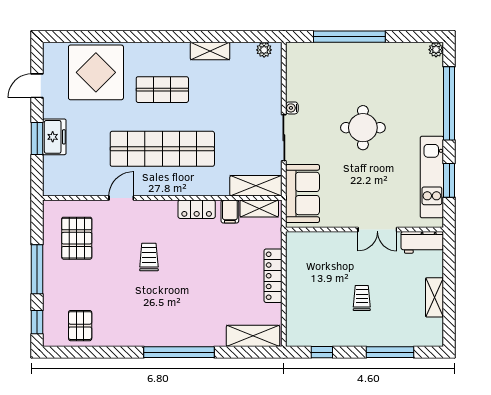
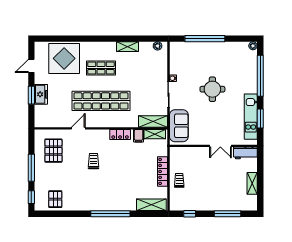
trolley: (362, 298) -> (179, 180), moved

